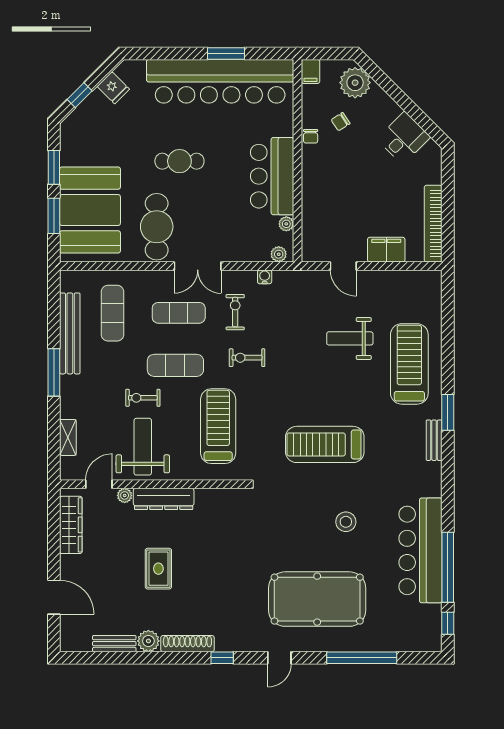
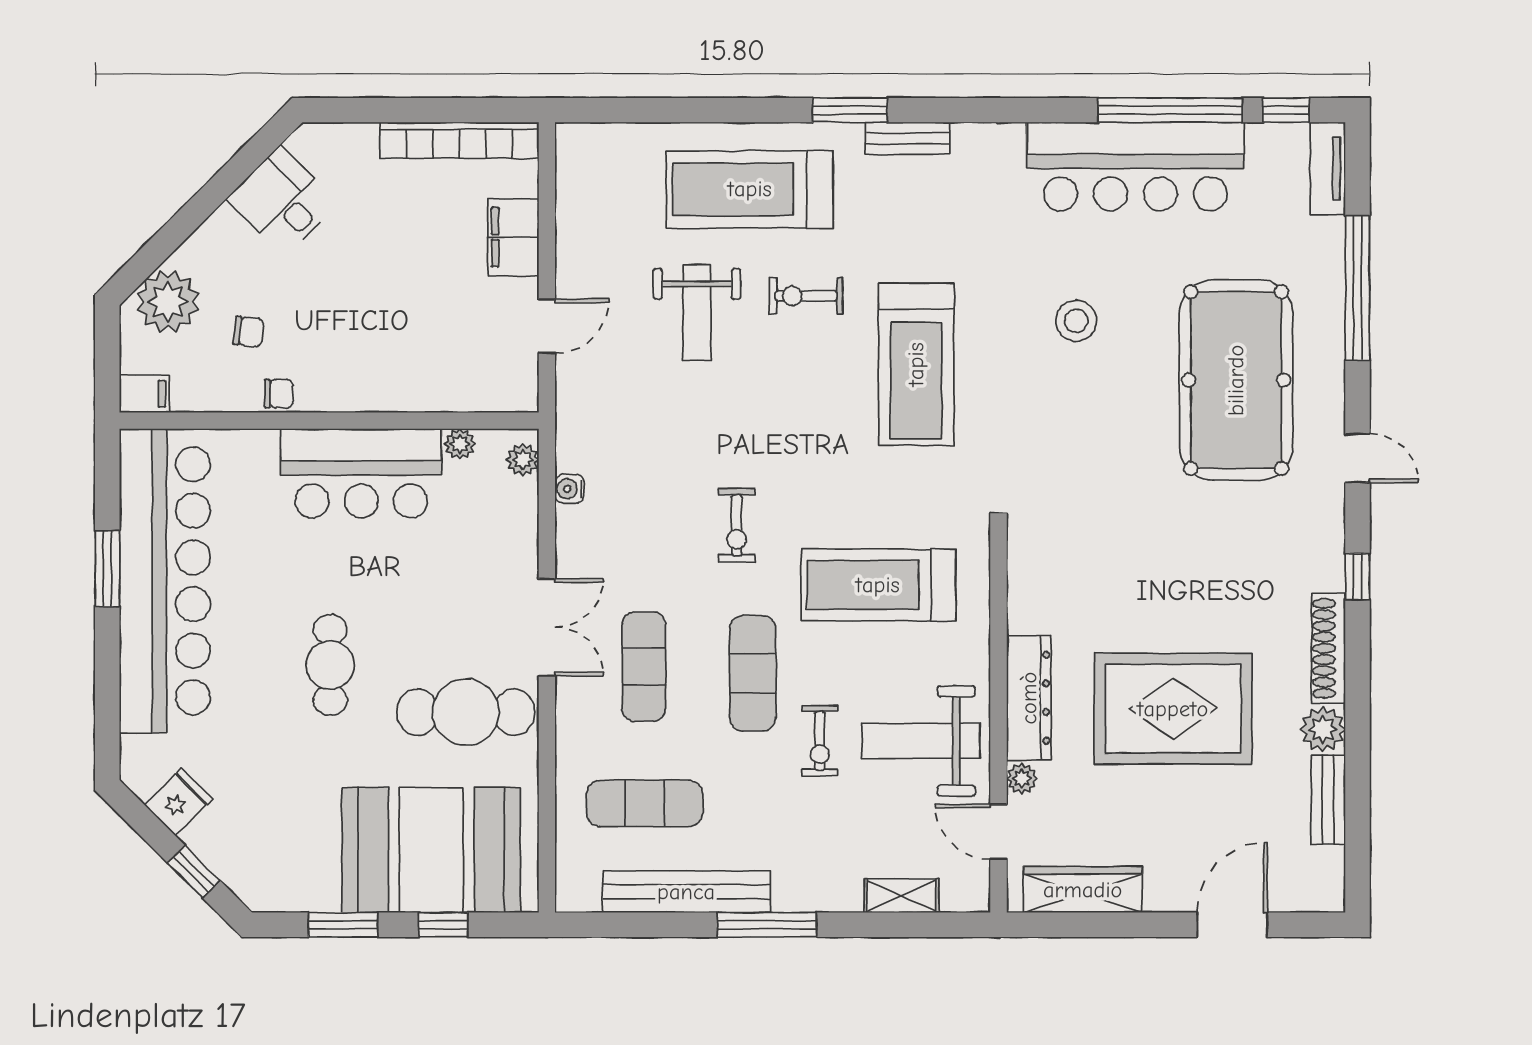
chair: (341, 122) -> (248, 332), turned -50
window: (54, 216) -> (443, 925), width x0.67
exercise bike: (235, 312) -> (806, 296), moved
rug: (158, 569) -> (1173, 709), width x1.86, depth x2.06
tv unit: (419, 643) -> (1328, 169), added

